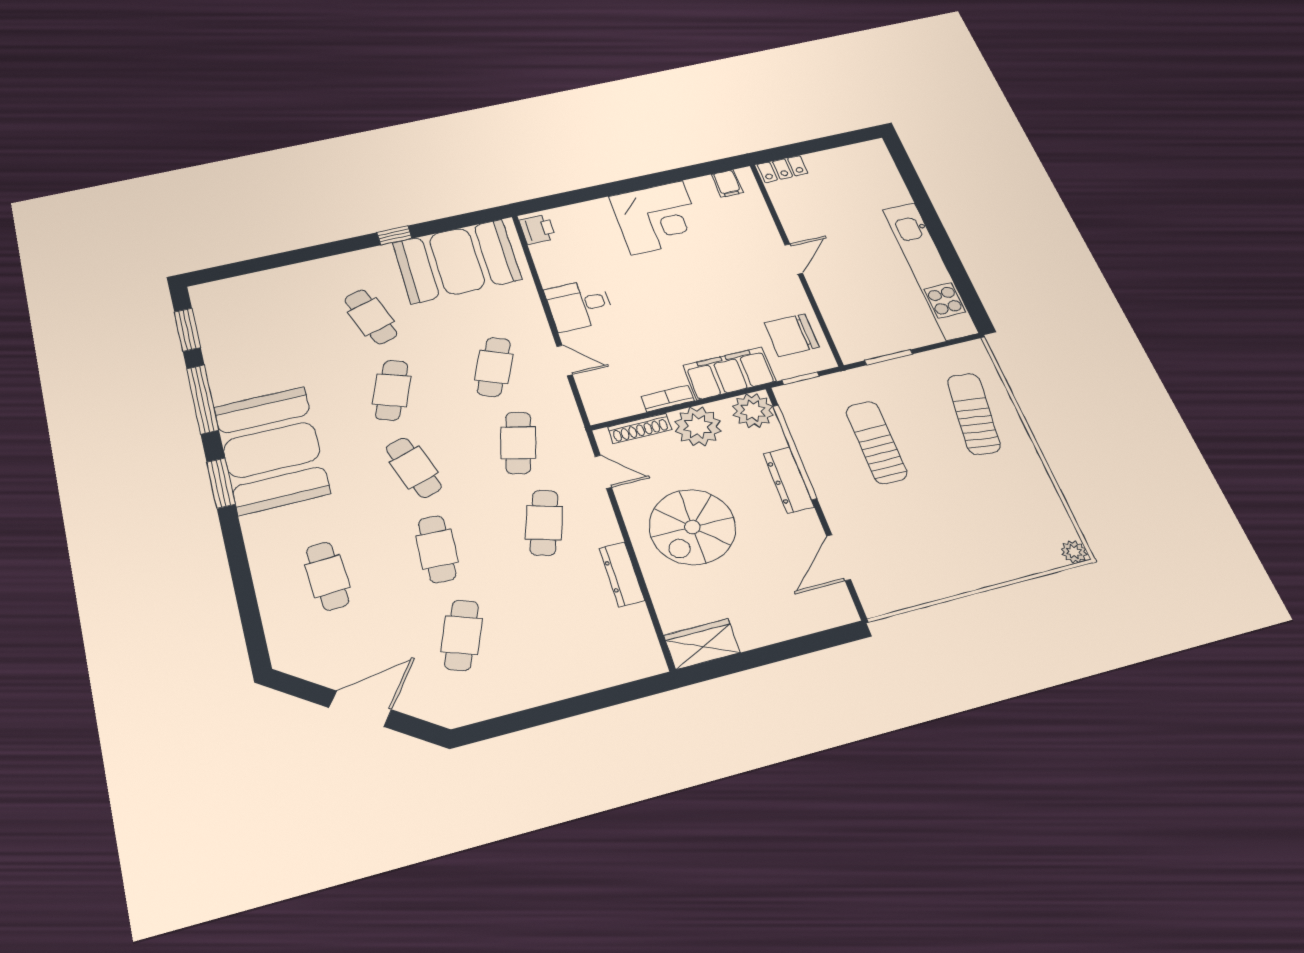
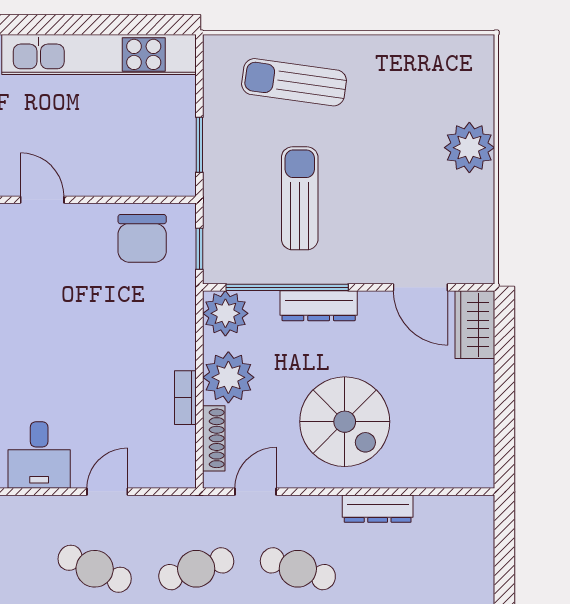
filing cabinet: (729, 373) -> (172, 322), removed
sun lounger: (876, 442) -> (300, 198), turned 90
cafe table: (518, 443) -> (196, 569), turned -33
plant: (1074, 552) -> (469, 148), moved, width x1.88, depth x1.88
wardrobe: (702, 644) -> (475, 325), moved

